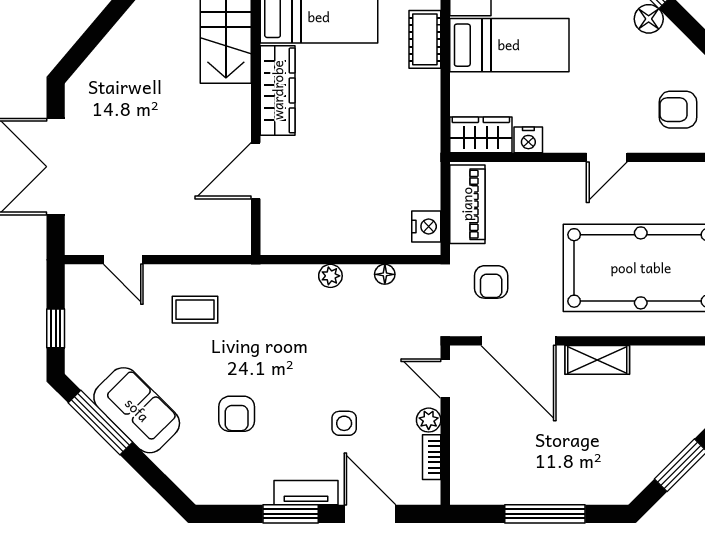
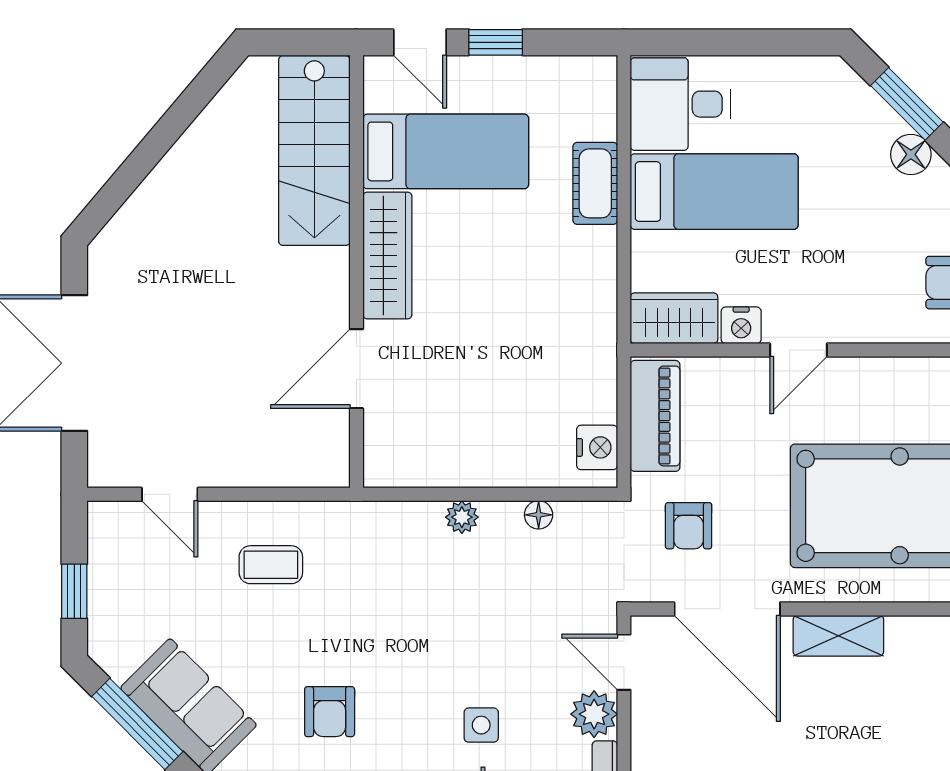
door: (607, 157) -> (798, 350), moved
plant: (429, 420) -> (594, 714), width x1.38, depth x1.38

